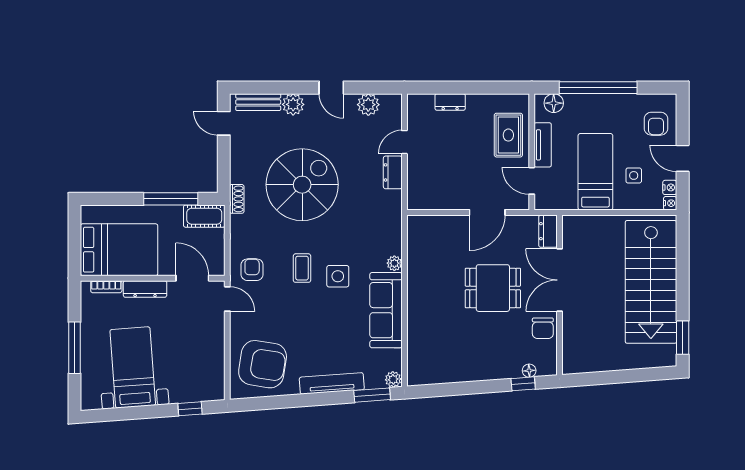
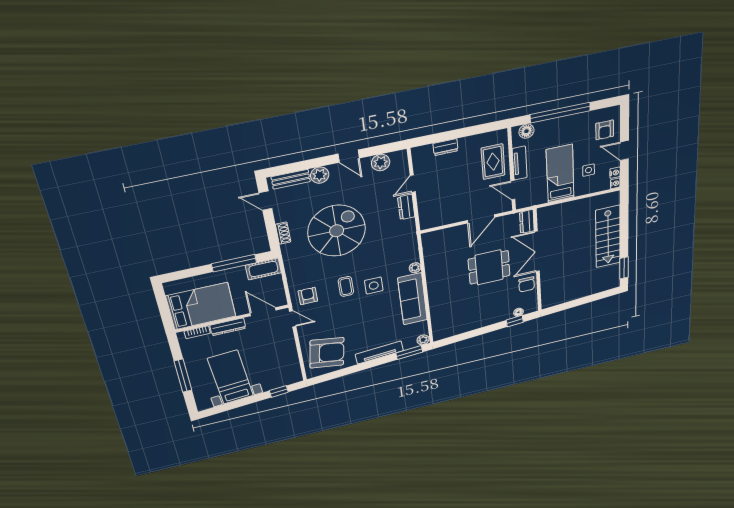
shoe rack: (237, 199) -> (283, 233), moved
stairs: (651, 282) -> (608, 237), width x0.73, depth x0.66

